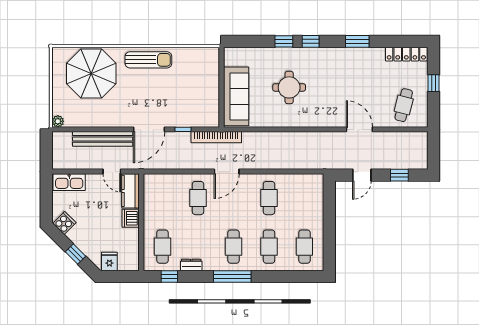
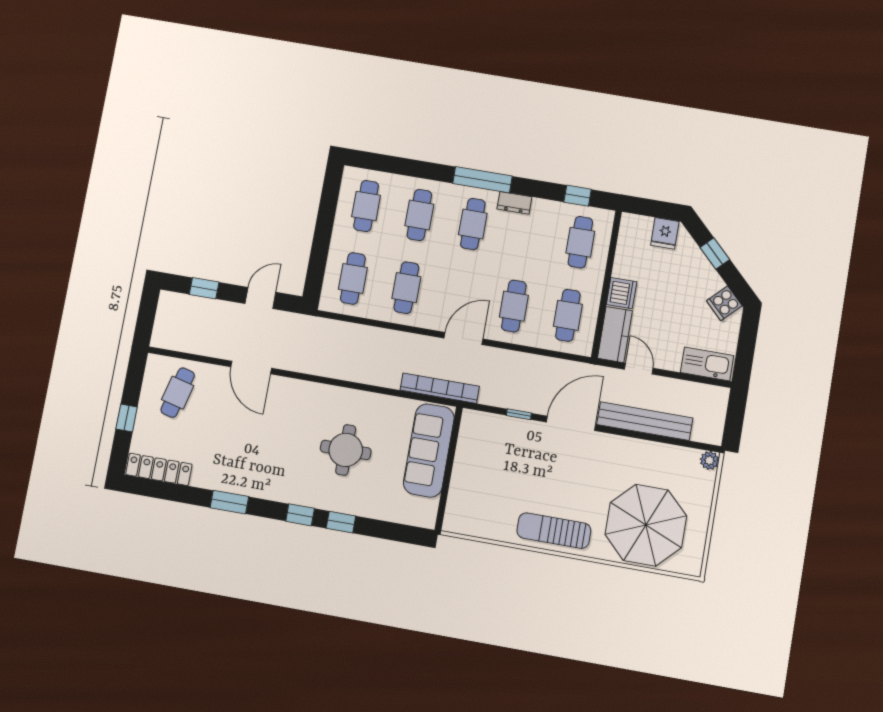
bookcase: (216, 137) -> (440, 388), moved
cafe table: (163, 198) -> (568, 315), added
cafe table: (304, 198) -> (353, 278), added
dresser: (191, 265) -> (514, 203), moved

